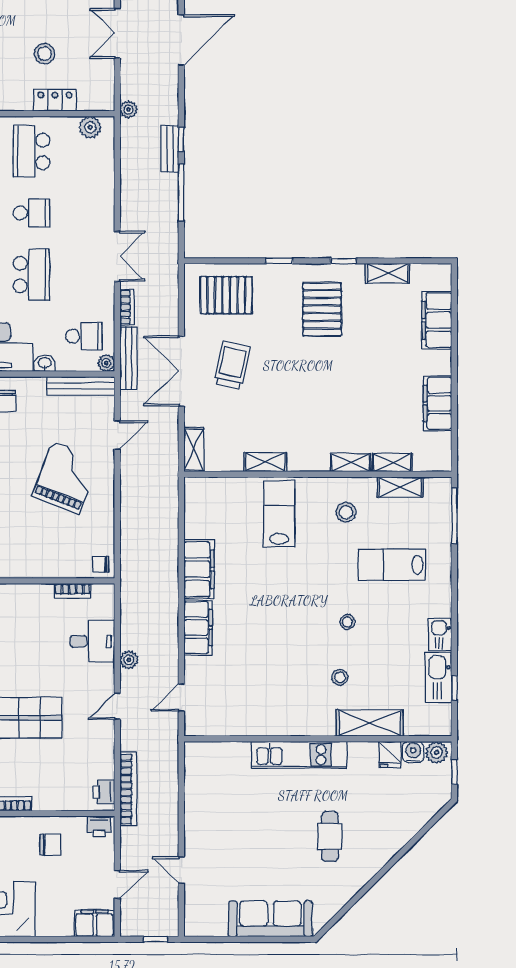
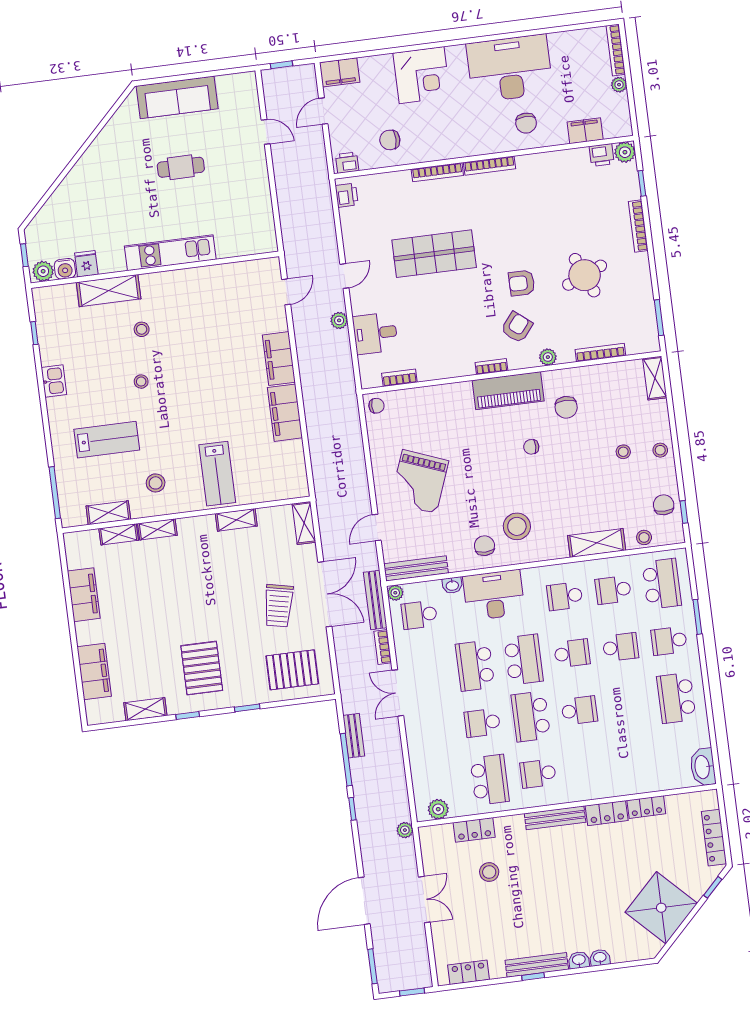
bench: (170, 149) -> (354, 736), moved
kitchen sink: (439, 677) -> (50, 341), removed
bookcase: (128, 789) -> (324, 201), removed
cafe table: (330, 836) -> (181, 167), moved, turned 90

